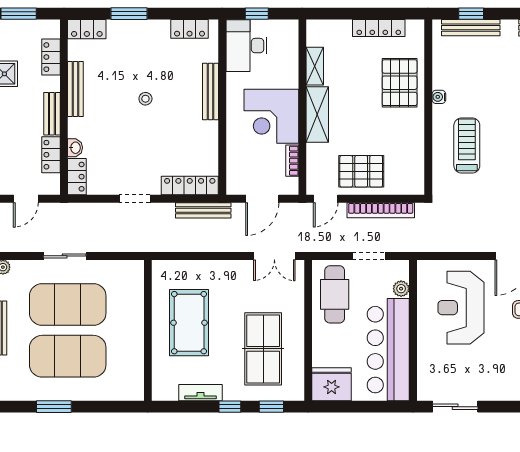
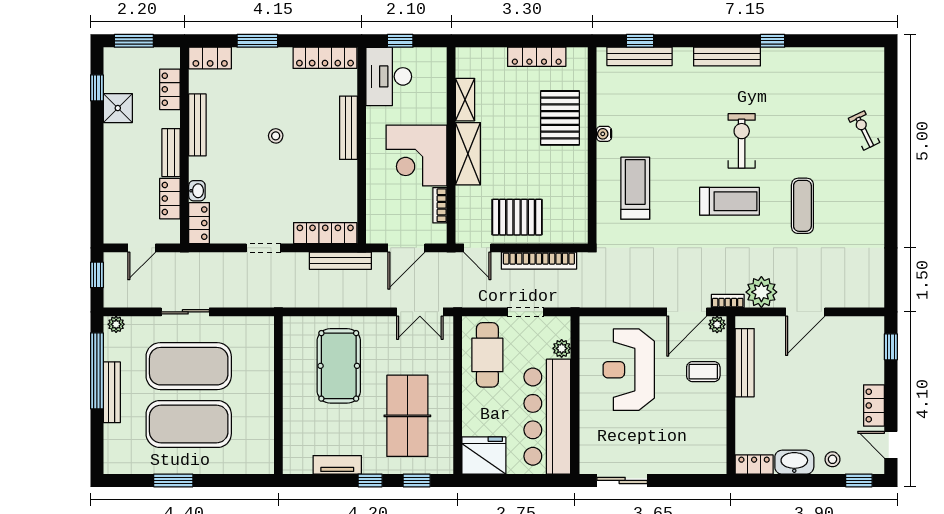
locker: (190, 29) -> (325, 58), width x1.53
door: (326, 199) -> (477, 248), hinge flipped
pool table: (189, 323) -> (339, 366), moved

